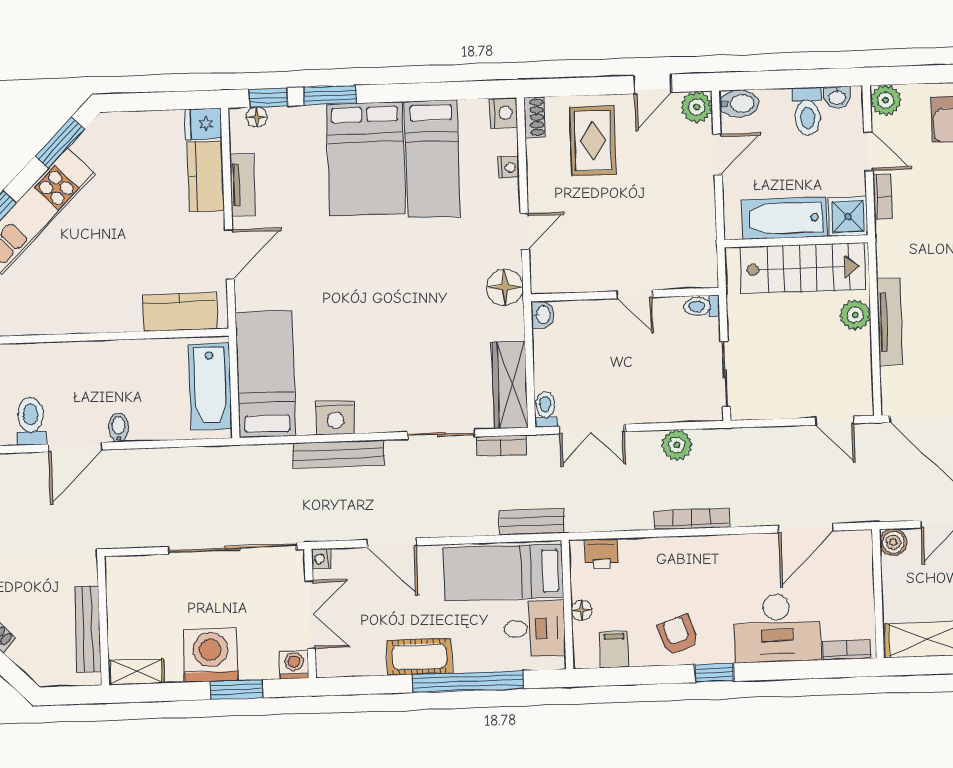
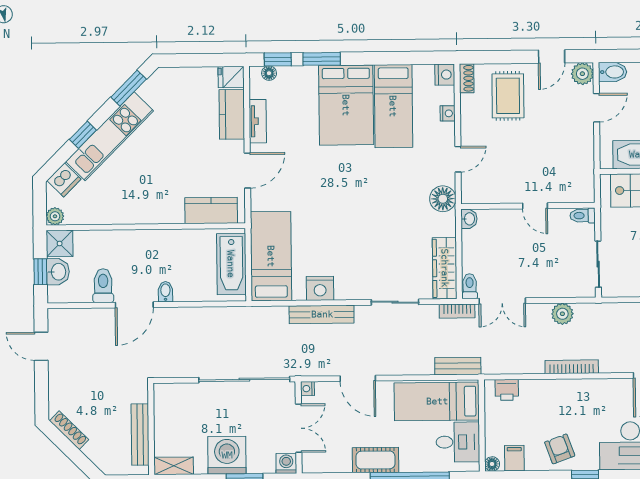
bookcase: (501, 446) -> (457, 311), moved
floor lamp: (582, 610) -> (492, 464), moved

